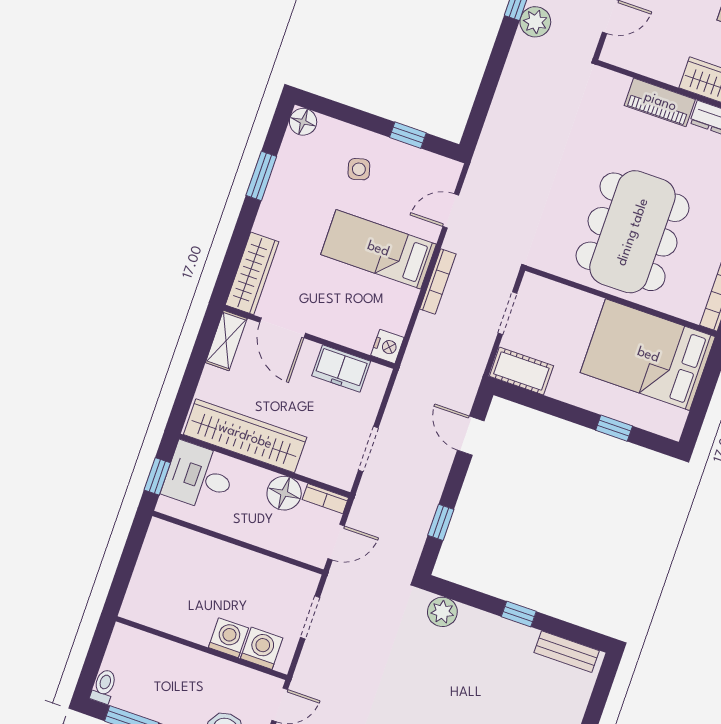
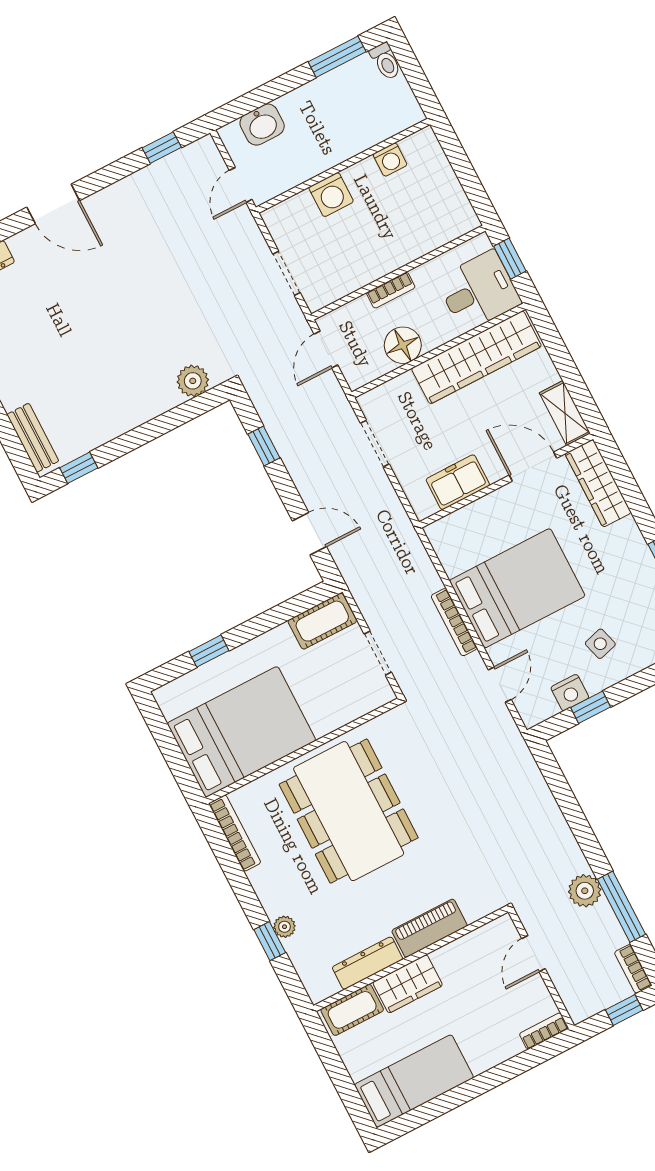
bed: (378, 249) -> (517, 588), width x1.50
nightstand: (387, 346) -> (570, 693), moved, turned -90
bookcase: (325, 499) -> (391, 290), moved, turned 180
window: (519, 614) -> (79, 468), moved
washing machine: (262, 648) -> (390, 160), moved, width x0.73, depth x0.73
bench: (567, 652) -> (33, 438), moved, turned 90

